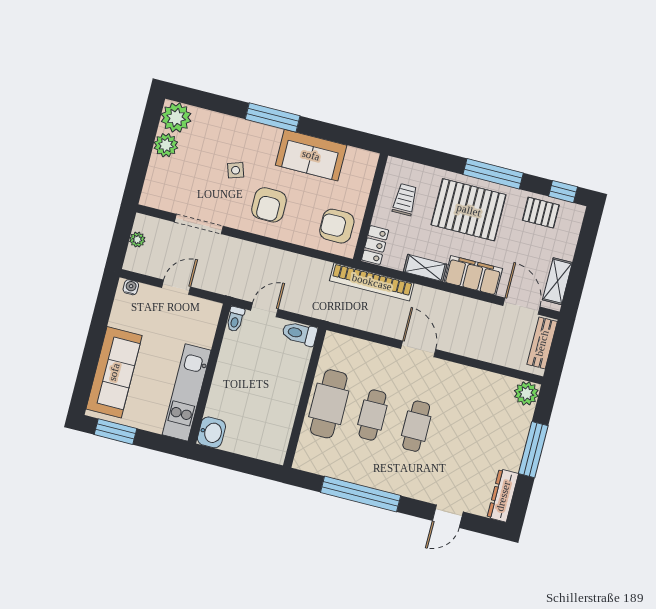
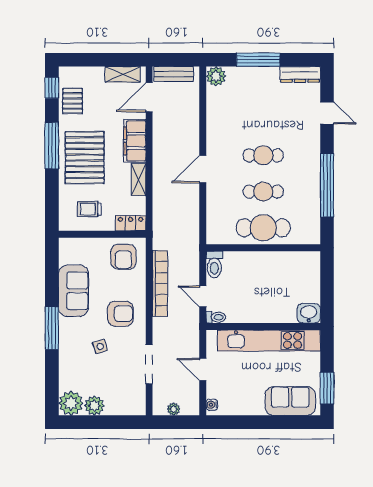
bookcase: (372, 282) -> (160, 283), moved
sofa: (114, 372) -> (290, 401), width x0.73
kitchen unit: (187, 393) -> (269, 341), width x1.36

